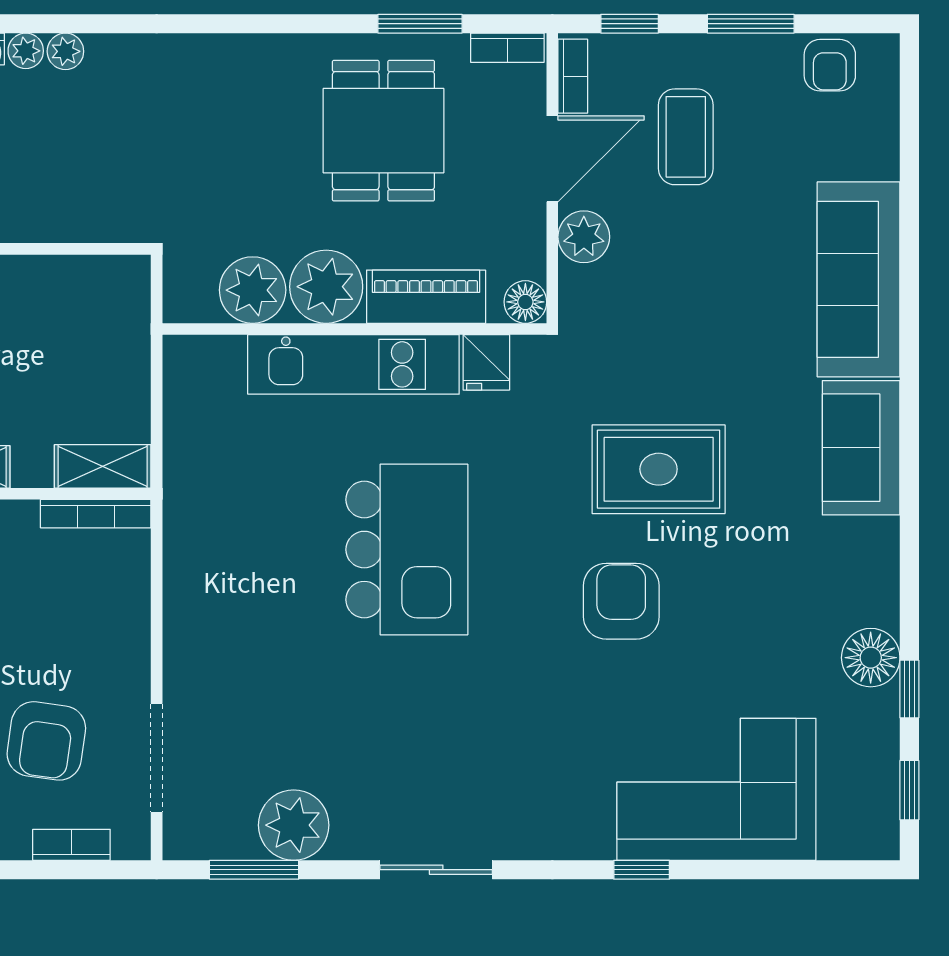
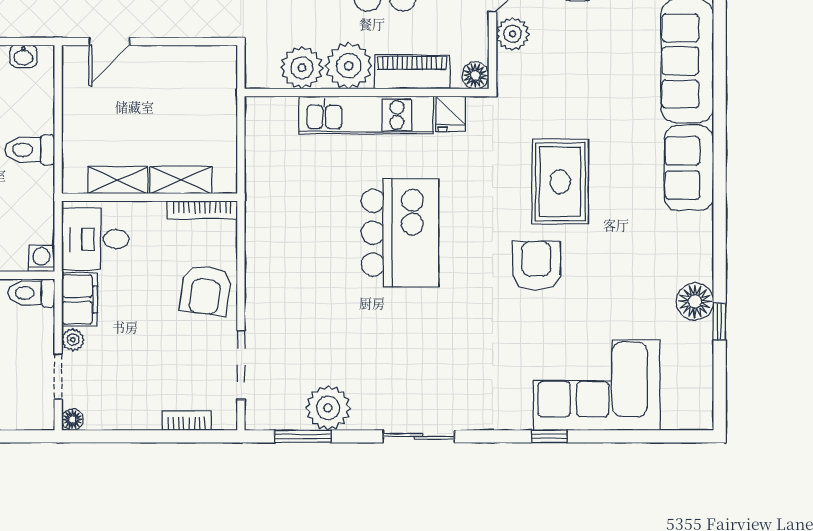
shelving: (103, 466) -> (181, 180), moved
rug: (659, 469) -> (560, 182), turned 90
armchair: (46, 741) -> (206, 290), moved
window: (909, 790) -> (720, 386), removed

